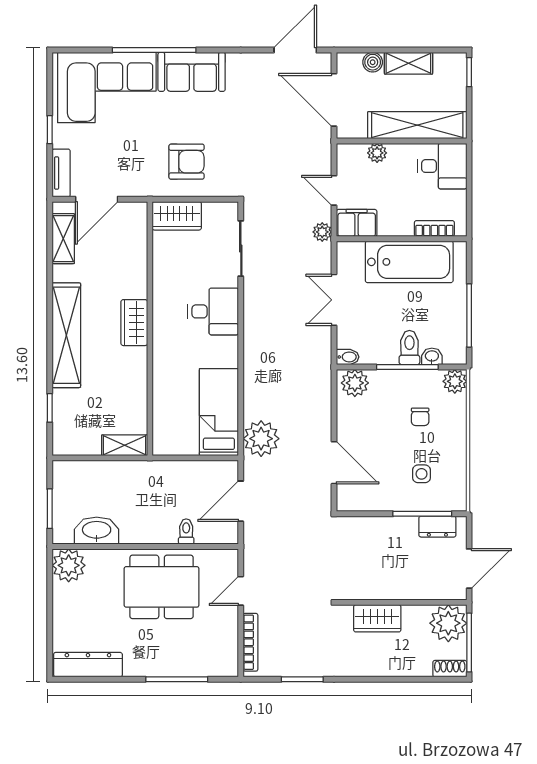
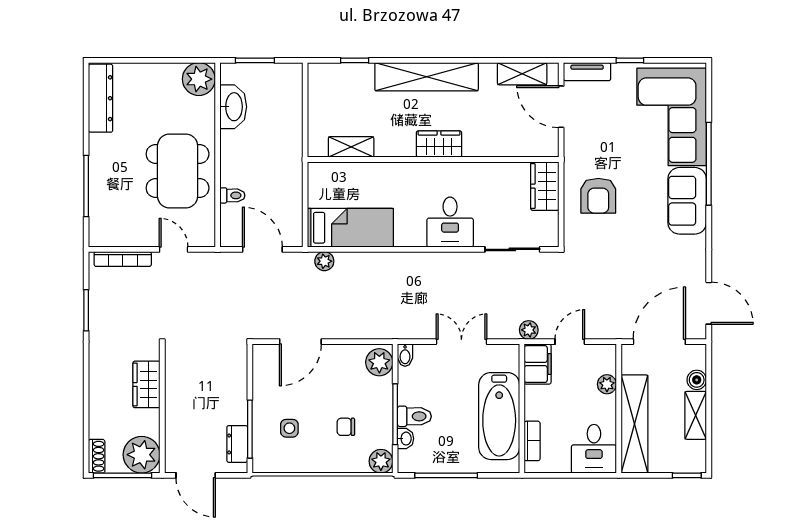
plant: (261, 439) -> (324, 261), width x0.53, depth x0.53
shelving: (125, 445) -> (351, 147), moved, turned 90

